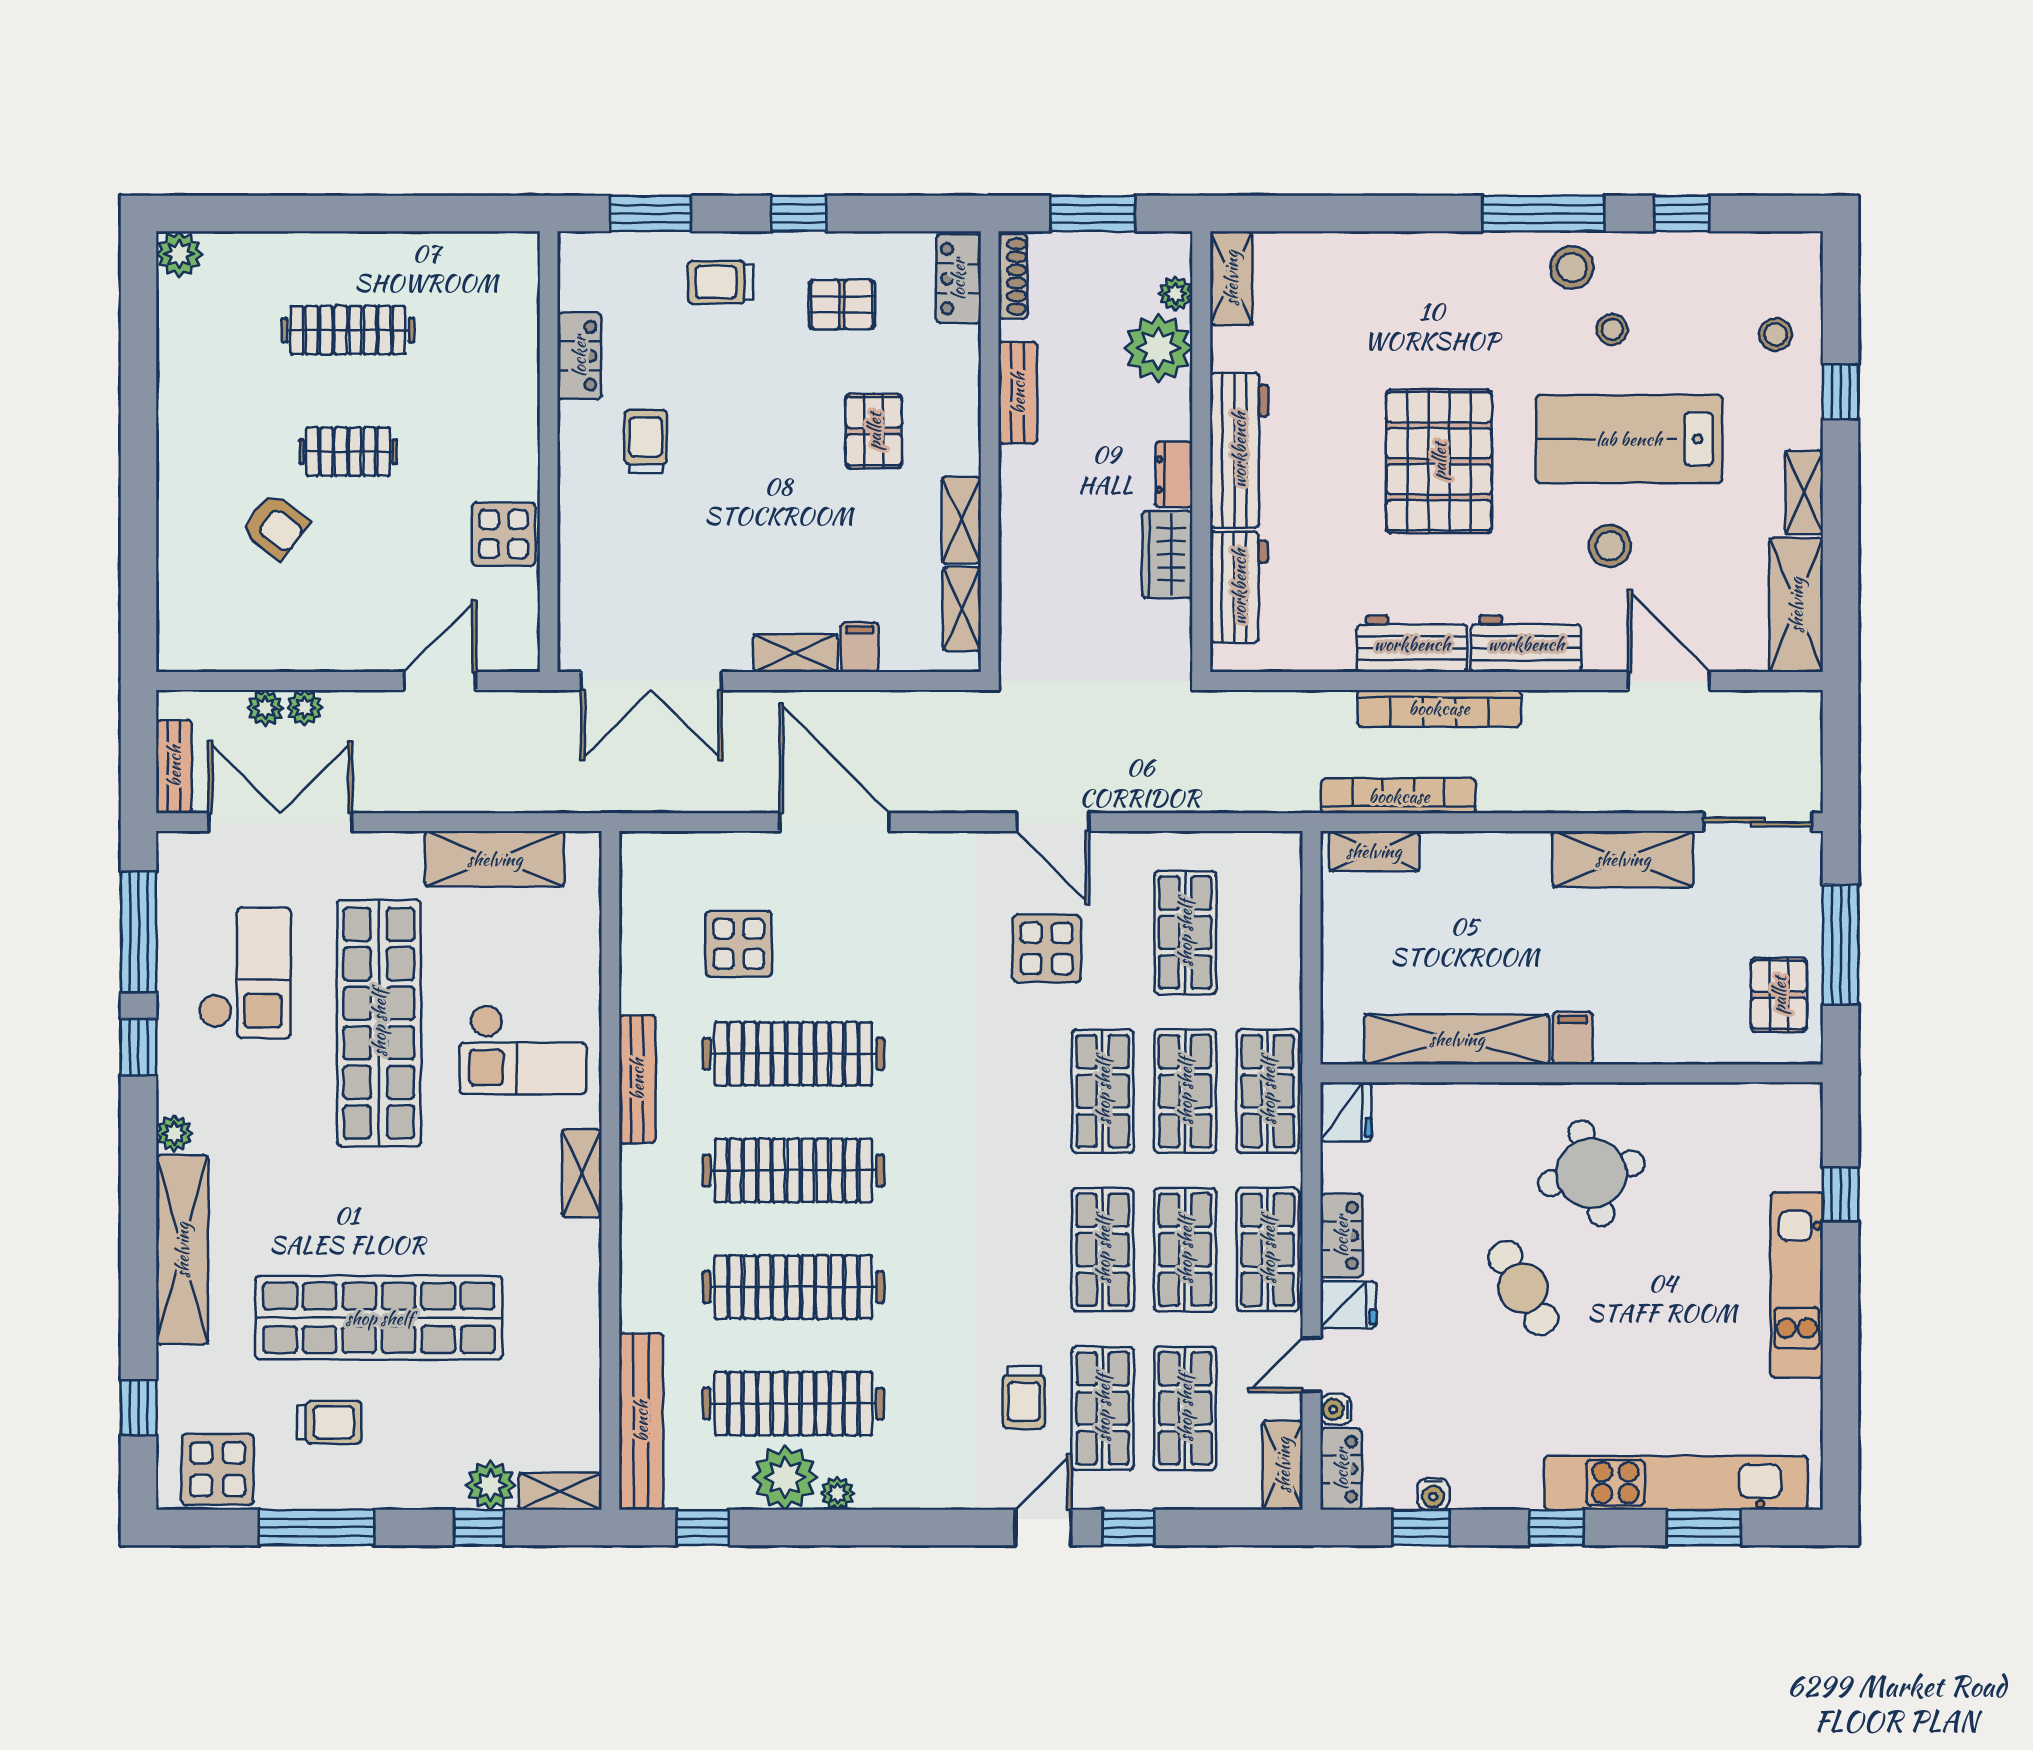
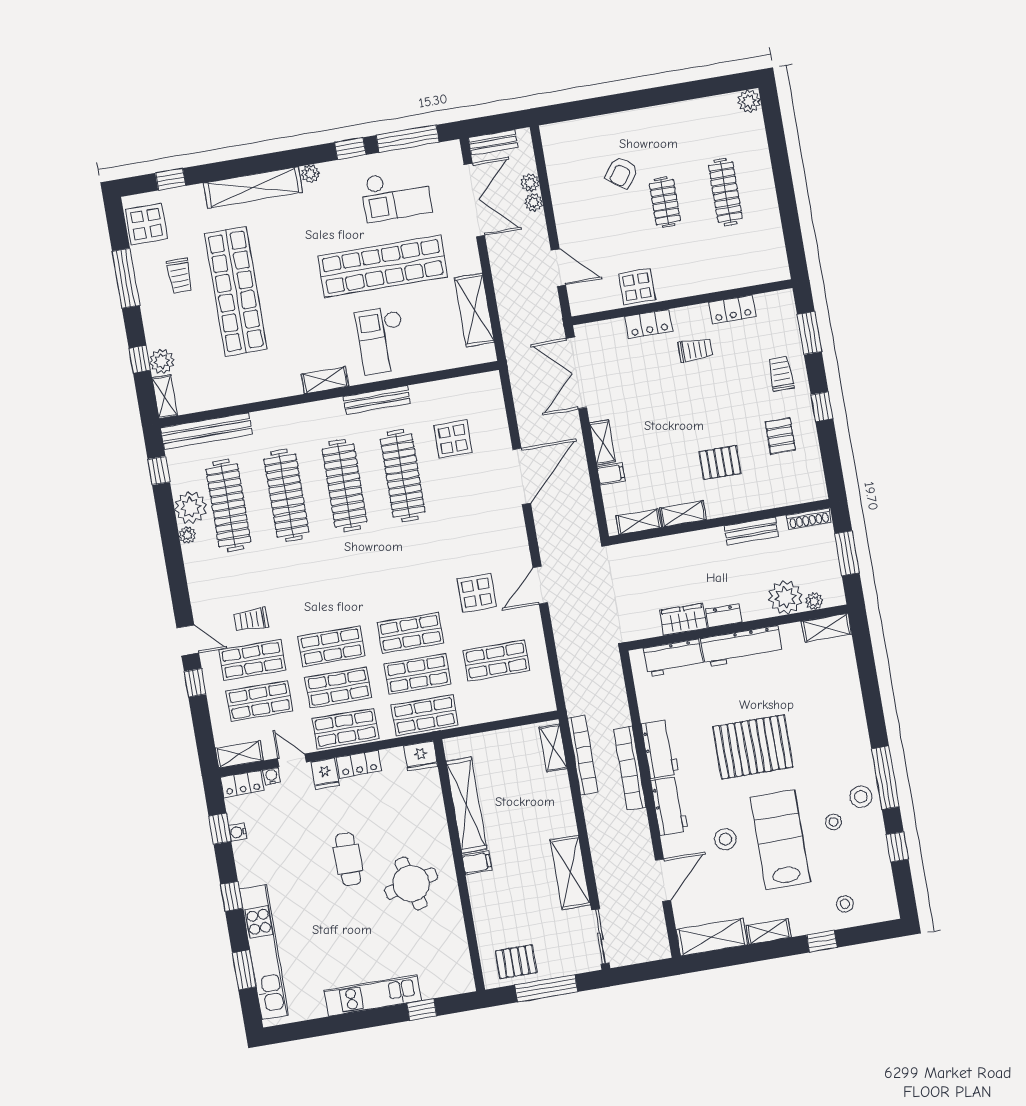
locker: (958, 279) -> (649, 324), moved, turned 180
cafe table: (1523, 1288) -> (348, 859), turned -60

